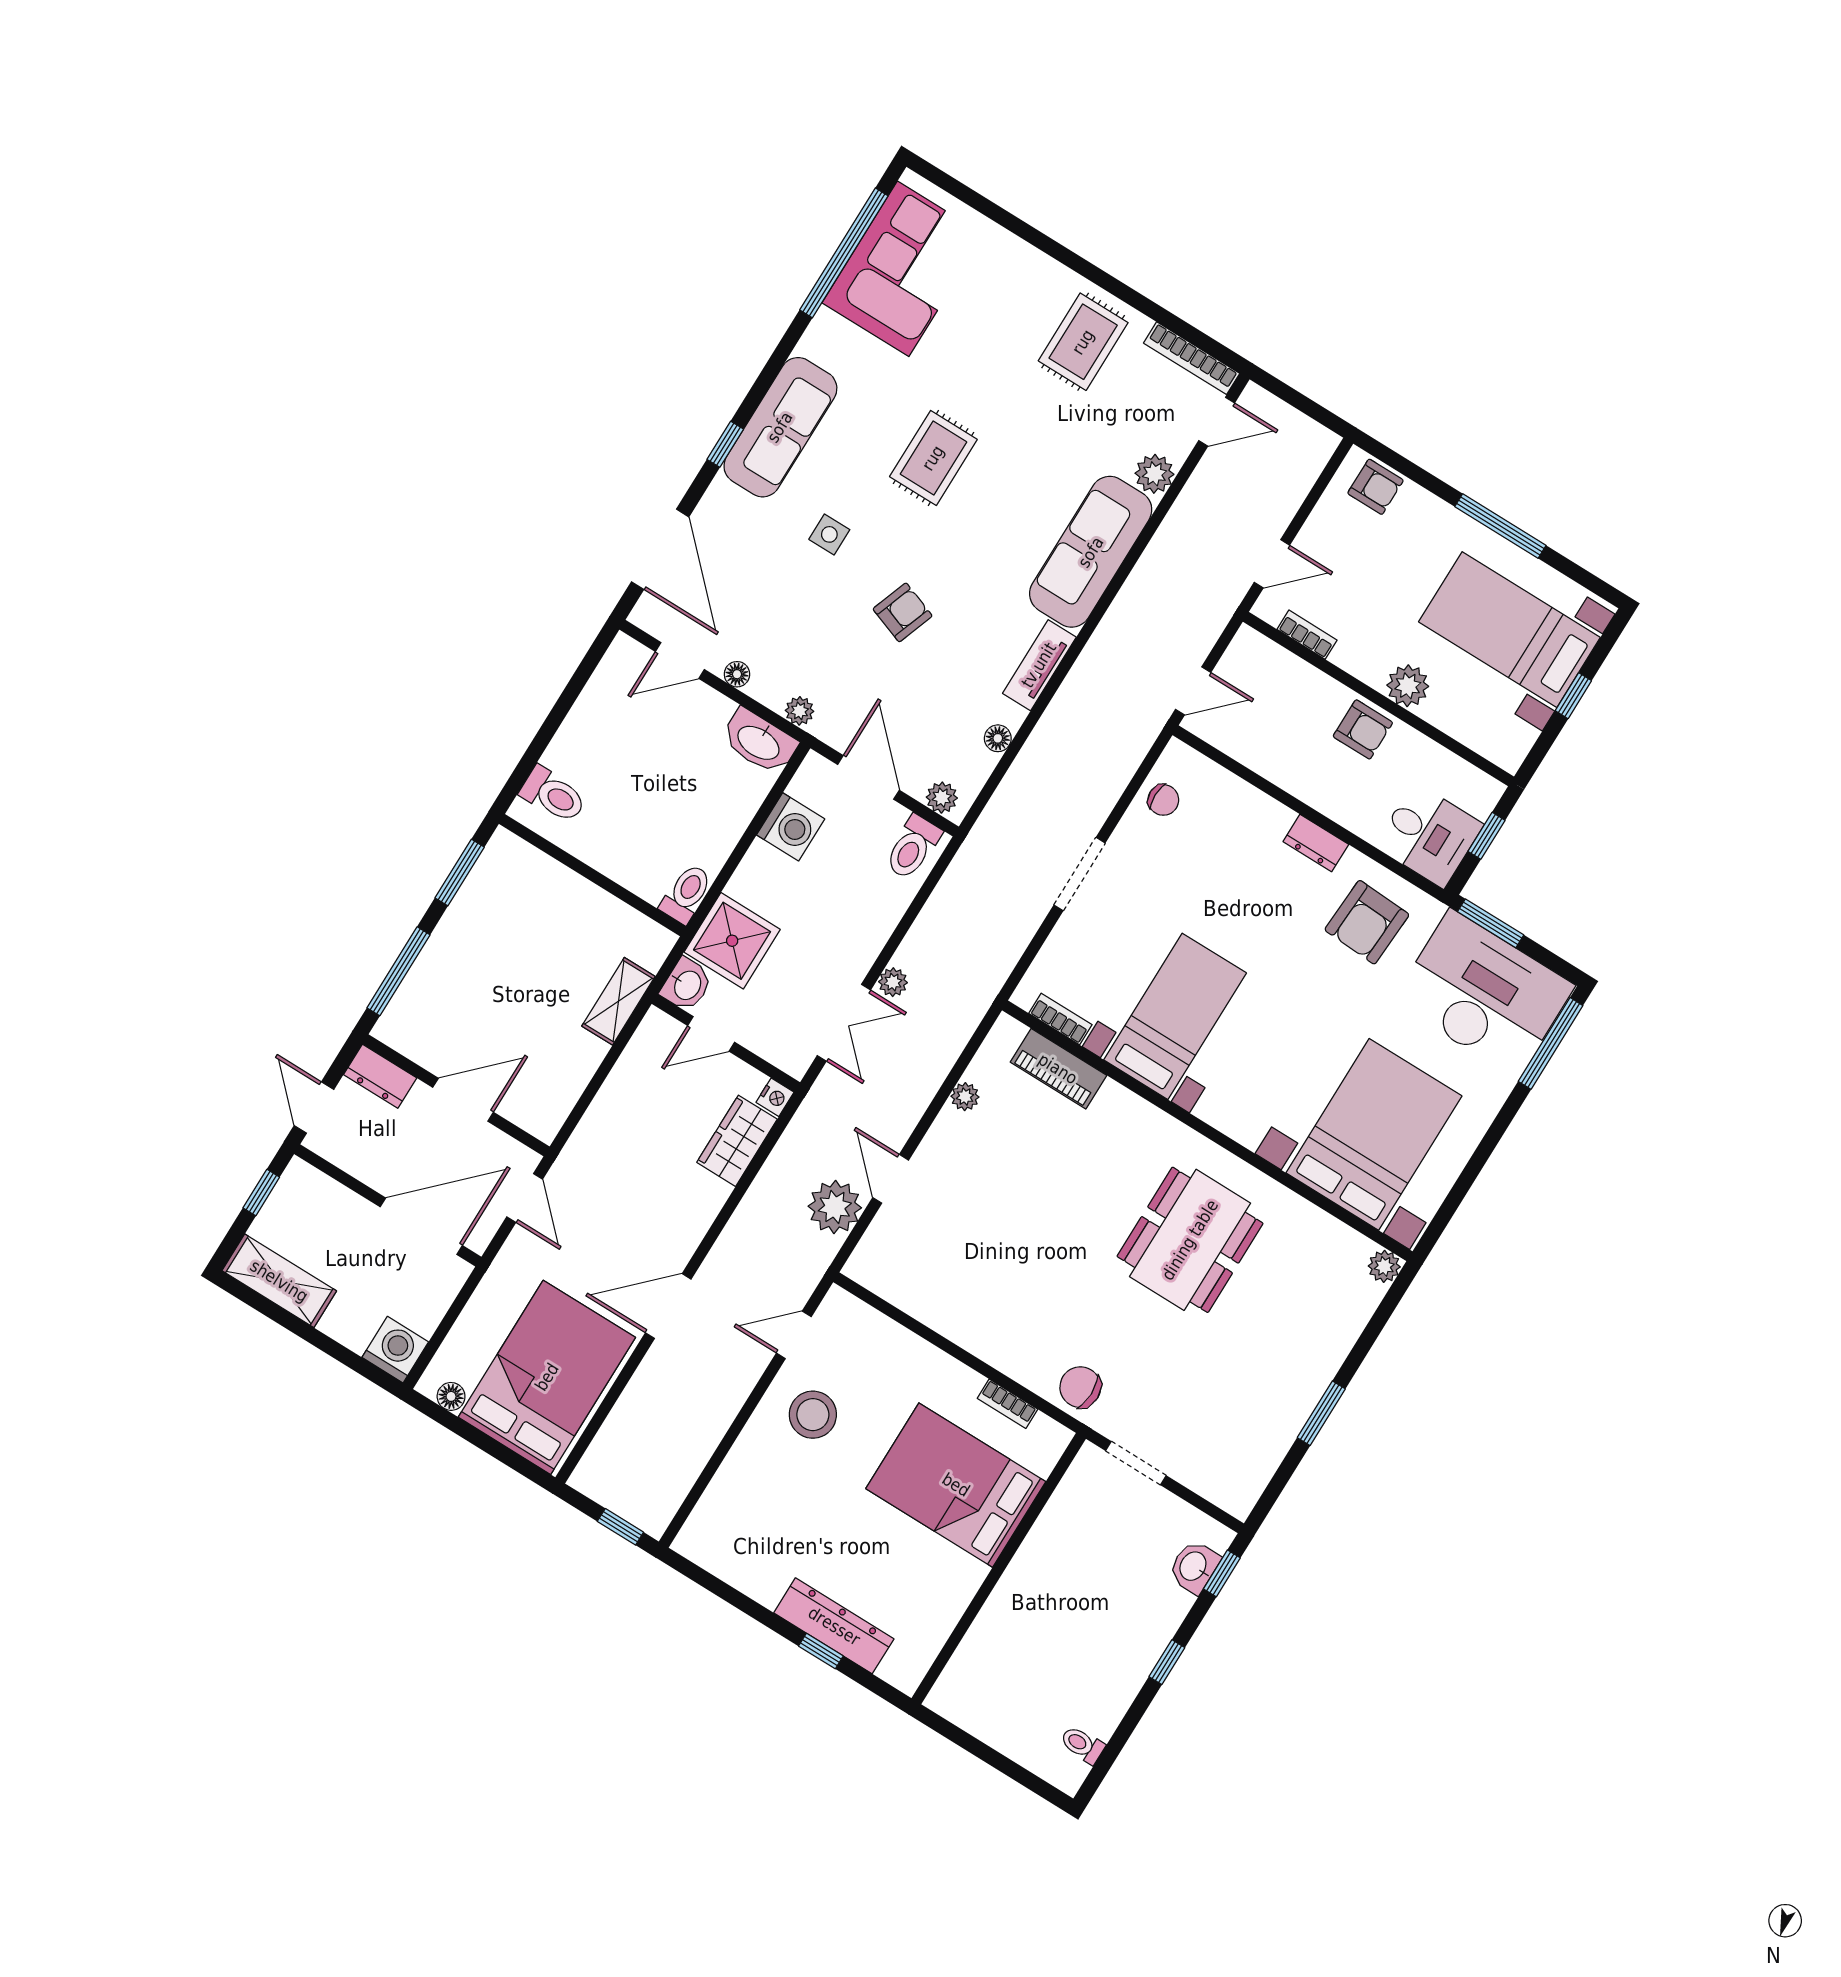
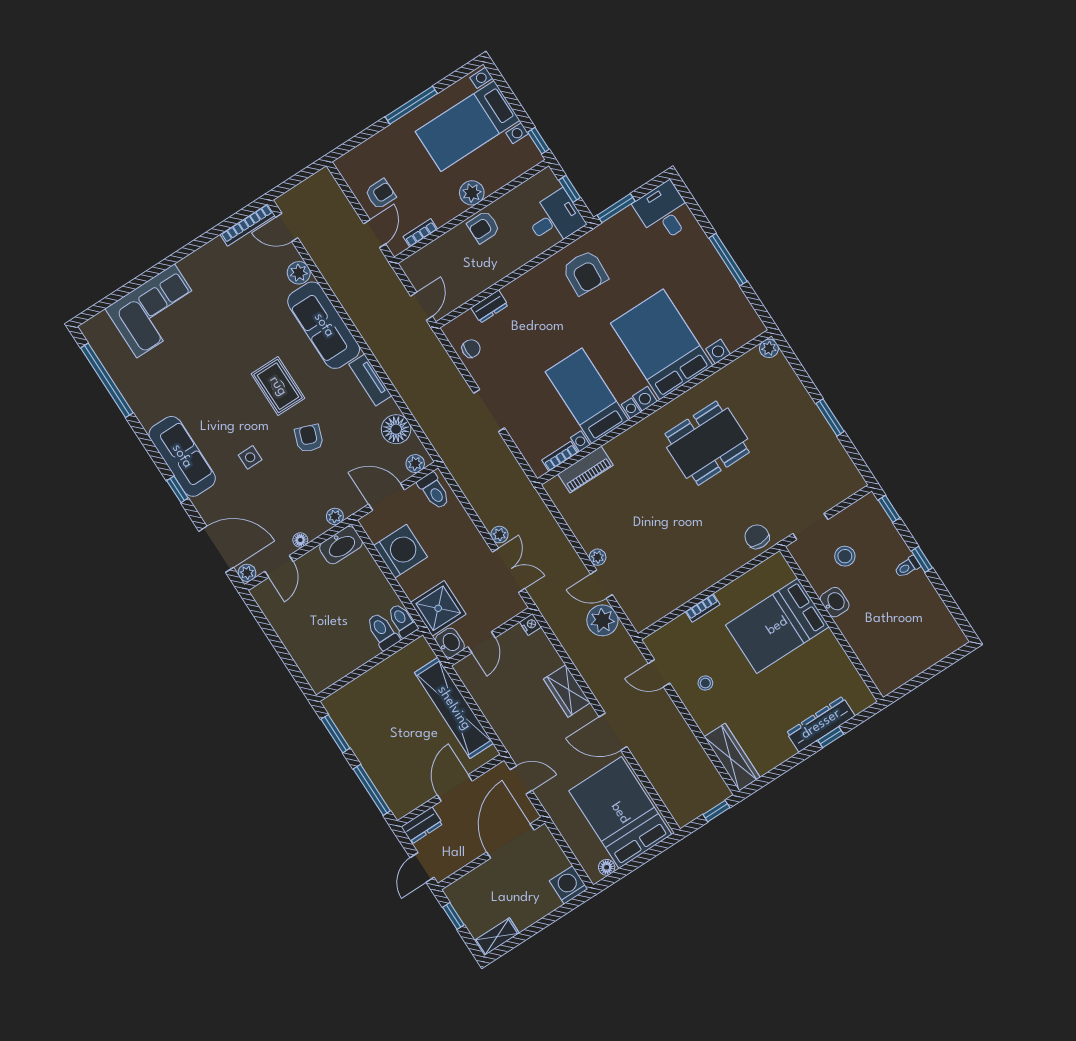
corner sofa: (903, 269) -> (156, 311), moved, turned 90
rug: (1083, 342) -> (212, 277), removed
door: (1217, 422) -> (287, 228), swing flipped
rug: (933, 458) -> (278, 386), moved
armchair: (1375, 487) -> (380, 194), moved
plant: (646, 615) -> (247, 573), added
window: (1573, 696) -> (538, 141), moved
armchair: (1363, 729) -> (483, 227), turned 180
floor lamp: (998, 738) -> (396, 429), width x1.89, depth x1.89
toilet: (553, 795) -> (383, 631), moved, turned -90
washing machine: (791, 827) -> (401, 551), width x1.37, depth x1.37
dresser: (1316, 843) -> (490, 307), moved
desk: (1484, 994) -> (664, 212), width x0.53, depth x0.77
shelving: (618, 1001) -> (454, 708), width x2.20, depth x1.33
window: (1551, 1043) -> (728, 260), moved
plant: (965, 1097) -> (598, 557), moved
door: (314, 1108) -> (422, 868), hinge flipped
bed with nightstands: (1374, 1134) -> (662, 344), moved
wardrobe: (737, 1141) -> (567, 691), moved
dining table: (1190, 1240) -> (707, 443), turned 90
shelving: (279, 1281) -> (497, 937), width x0.67, depth x0.75
door: (668, 1306) -> (613, 732), hinge flipped
door: (794, 1335) -> (659, 673), hinge flipped
chair: (1080, 1387) -> (757, 537), turned 90
bookcase: (1007, 1404) -> (703, 608), moved
stool: (813, 1415) -> (705, 683), width x0.53, depth x0.53
wardrobe: (717, 1511) -> (732, 757), added
stool: (1115, 1539) -> (845, 556), added
washbasin: (1194, 1567) -> (835, 602), moved, turned 180
toilet: (1082, 1745) -> (907, 567), moved

